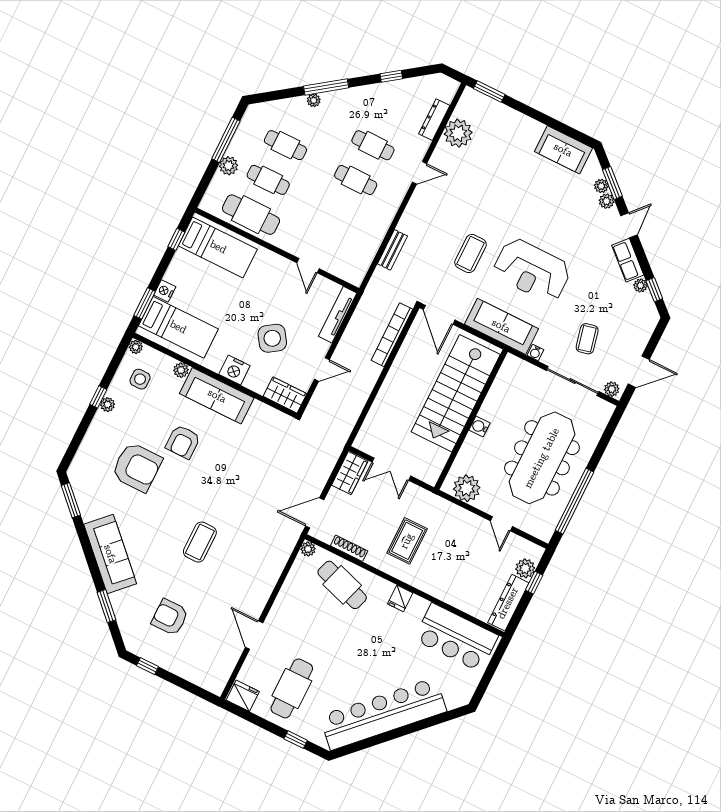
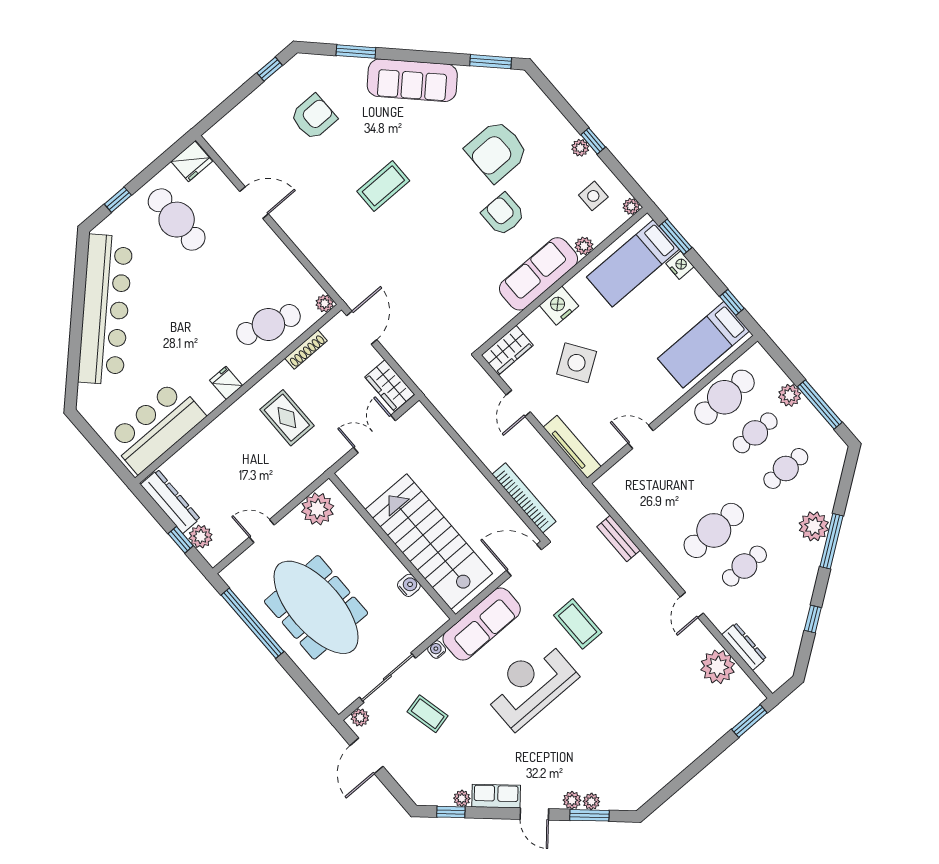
plant: (314, 100) -> (814, 526), width x1.87, depth x1.87
sofa: (563, 150) -> (650, 776), removed
cafe table: (356, 180) -> (714, 530), width x1.37, depth x1.35
water cooler: (479, 426) -> (409, 585), moved
coffee table: (200, 542) -> (383, 186), turned 90

